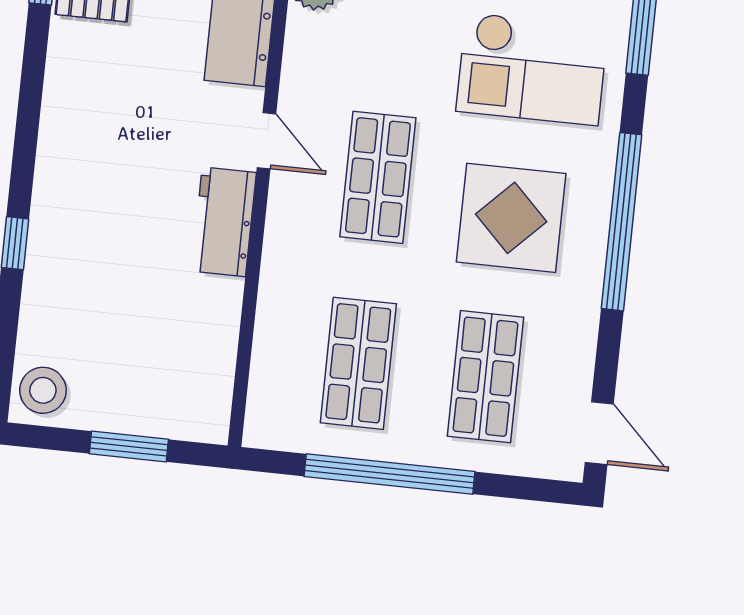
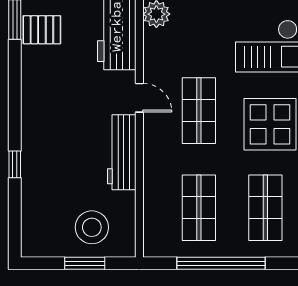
workbench: (224, 222) -> (122, 152), width x1.38
stool: (43, 390) -> (92, 227), moved, width x1.38, depth x1.38

